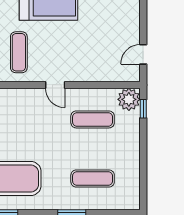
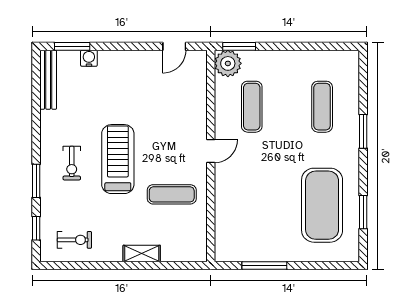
door: (143, 54) -> (174, 46), hinge flipped
window: (143, 109) -> (239, 46), width x1.50

